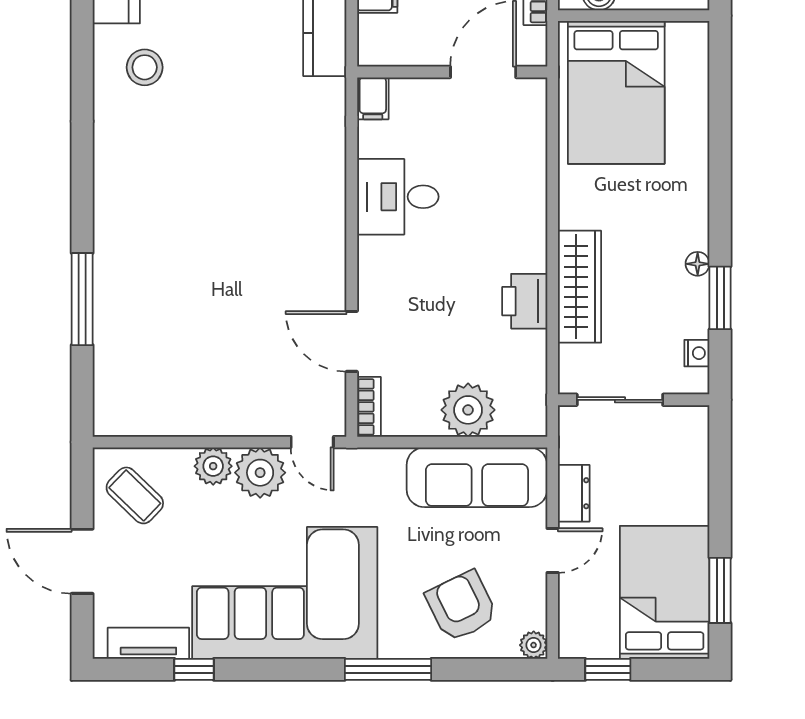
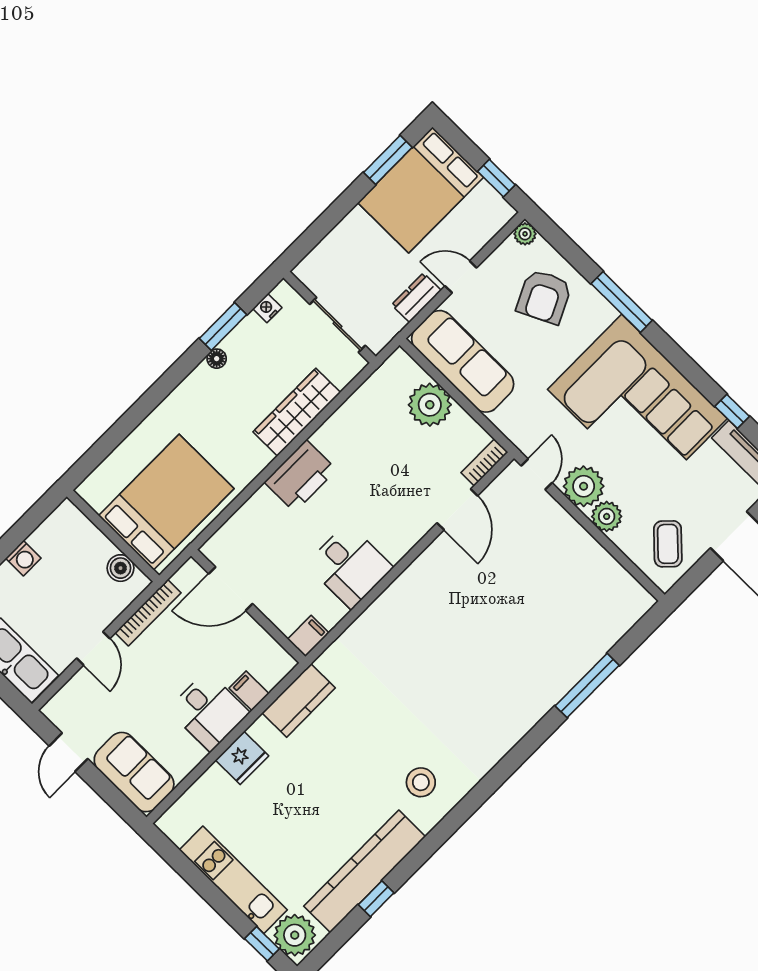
printer: (525, 301) -> (300, 476), moved, width x1.37, depth x1.19

